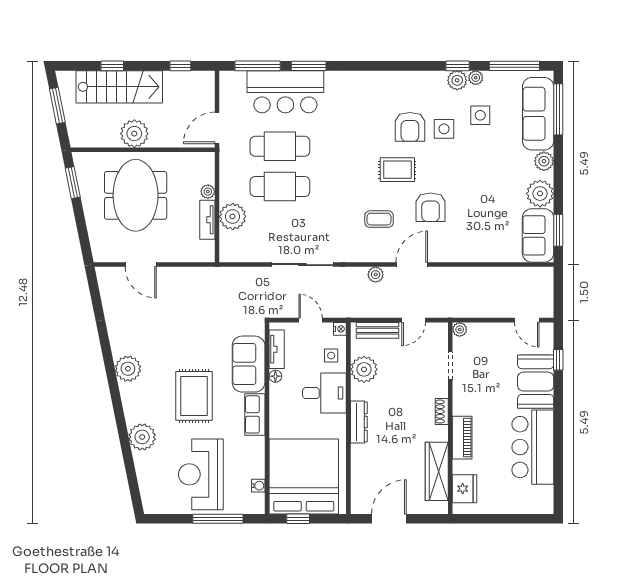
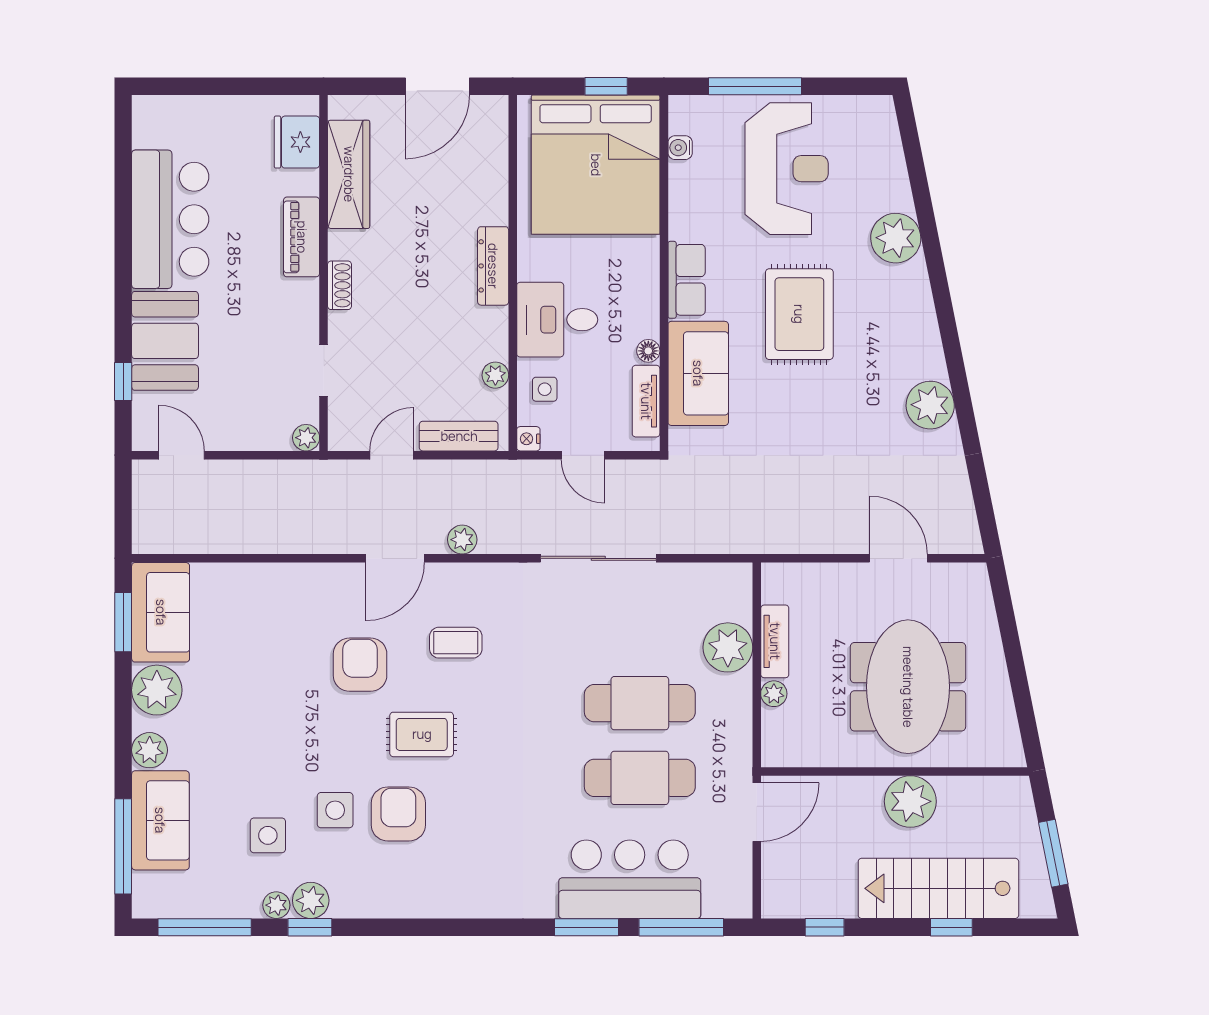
sofa: (538, 114) -> (160, 820), width x0.73
window: (73, 183) -> (1025, 710), removed
plant: (128, 369) -> (930, 405), moved
plant: (364, 369) -> (495, 375), width x0.53, depth x0.53

